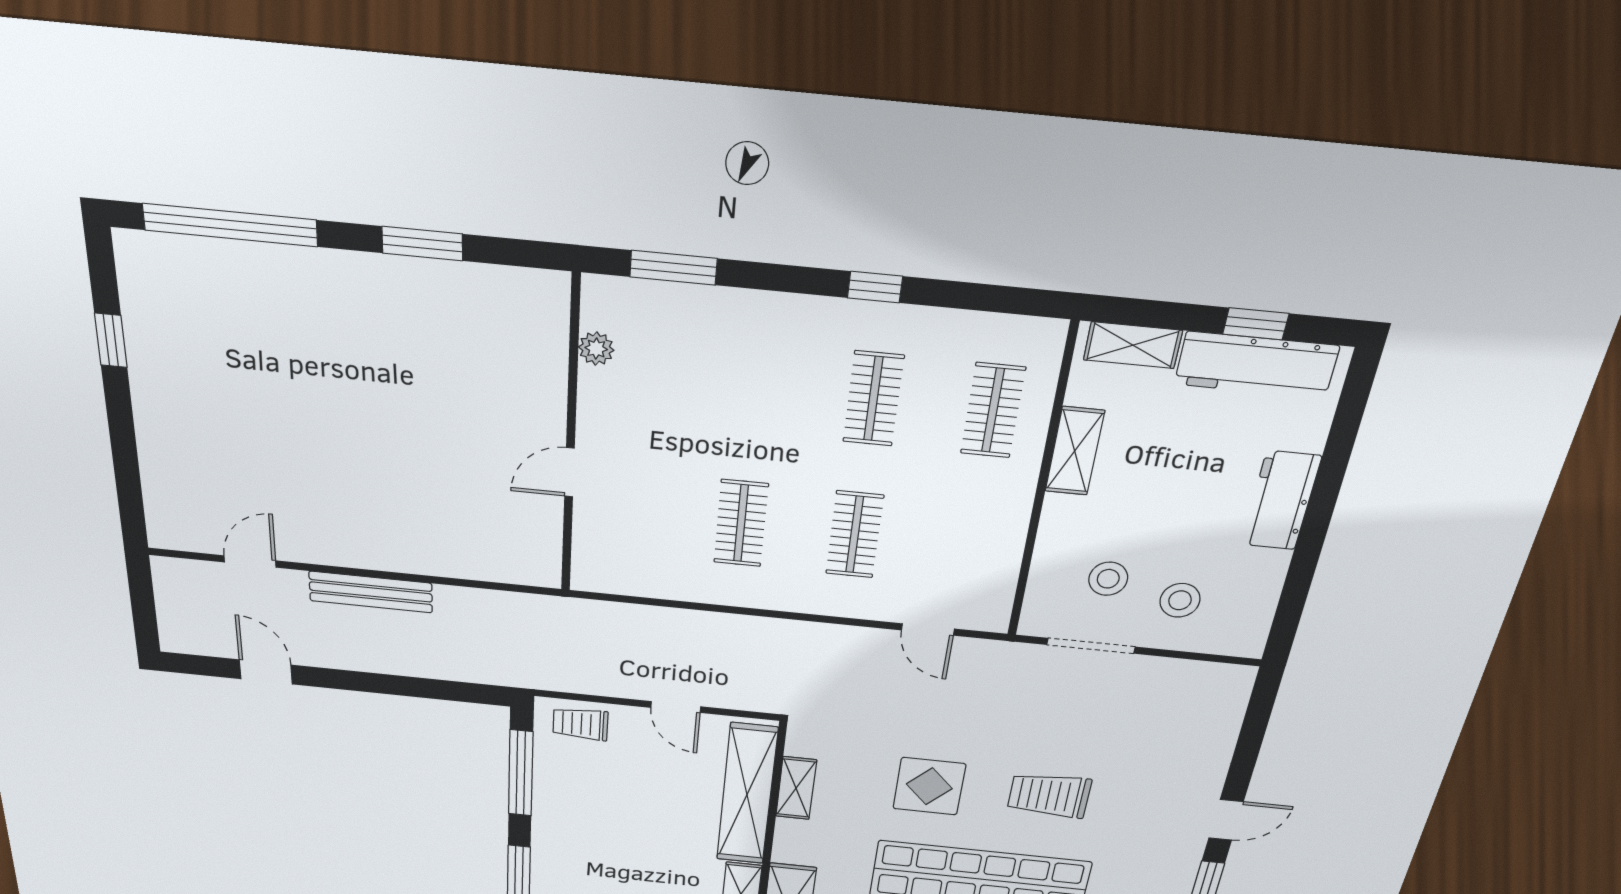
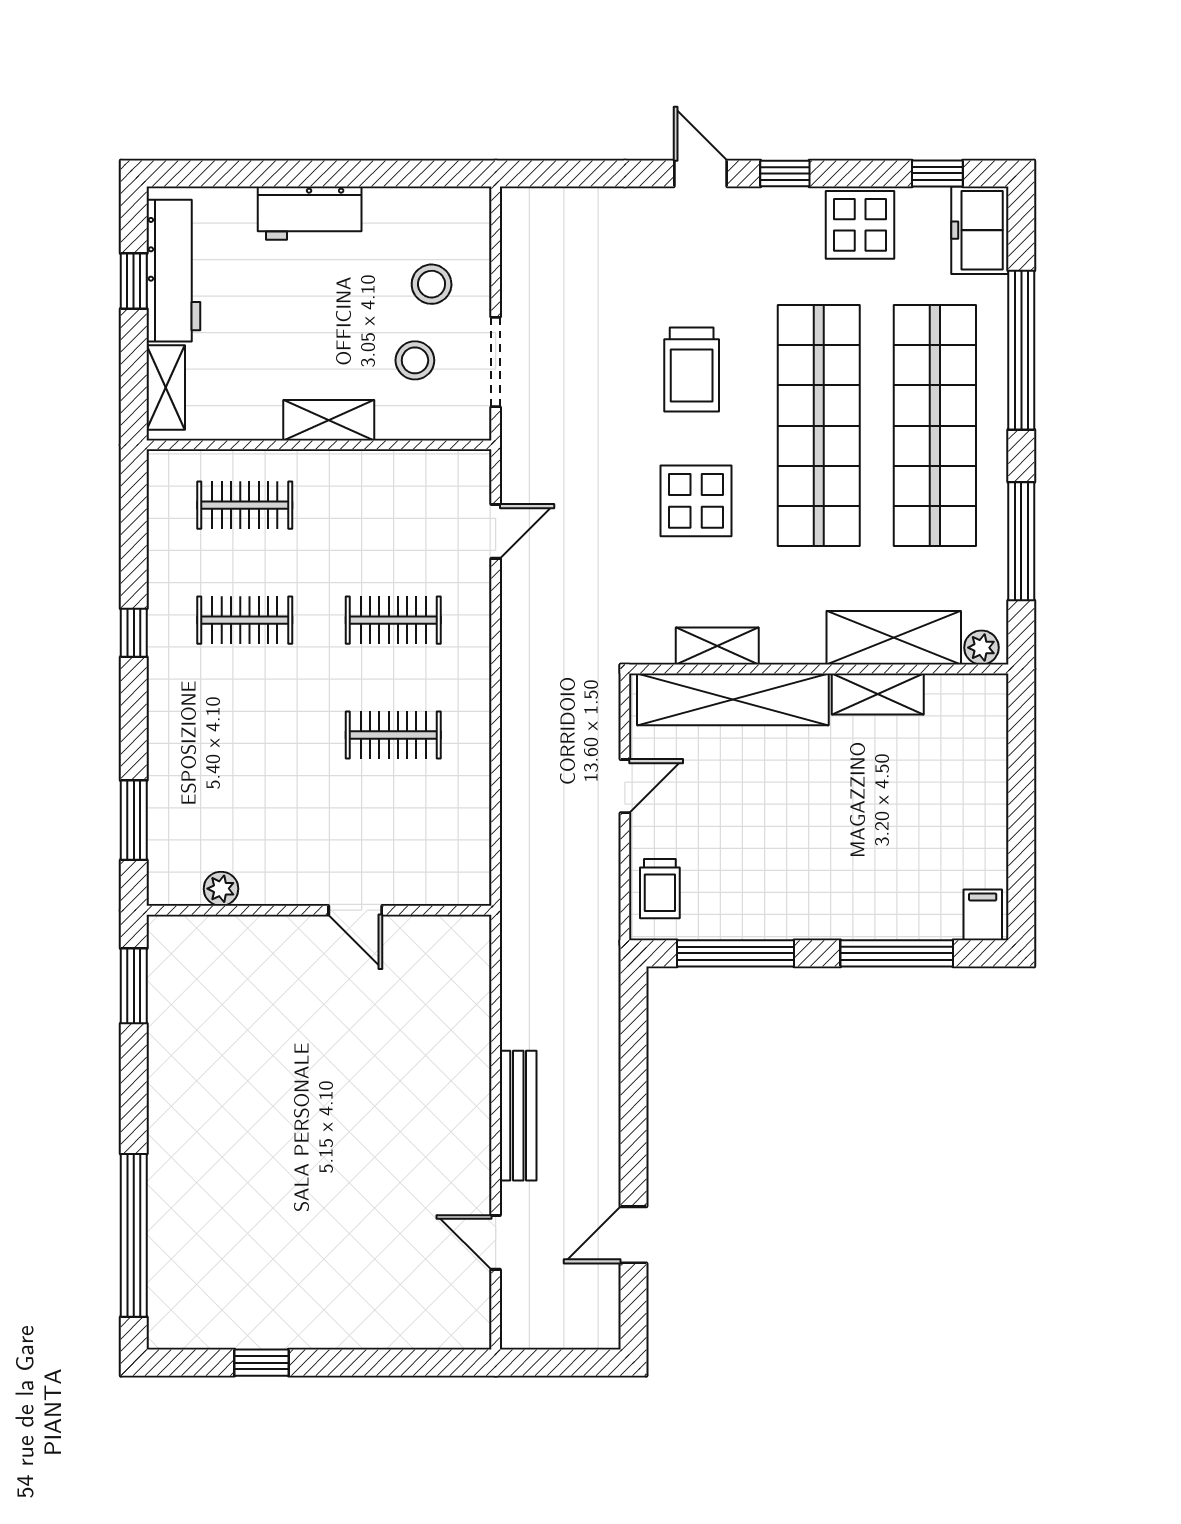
window: (422, 243) -> (134, 986), moved
shelving: (1075, 451) -> (329, 420), moved

